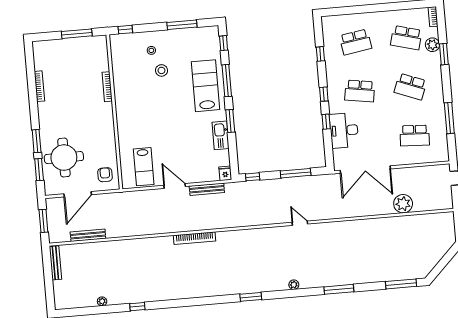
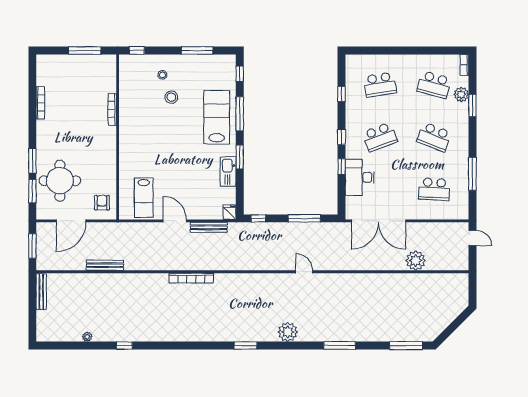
school desk: (360, 91) -> (380, 137), turned -30
bench: (88, 235) -> (105, 265), moved
plant: (294, 285) -> (288, 332), width x1.88, depth x1.88

